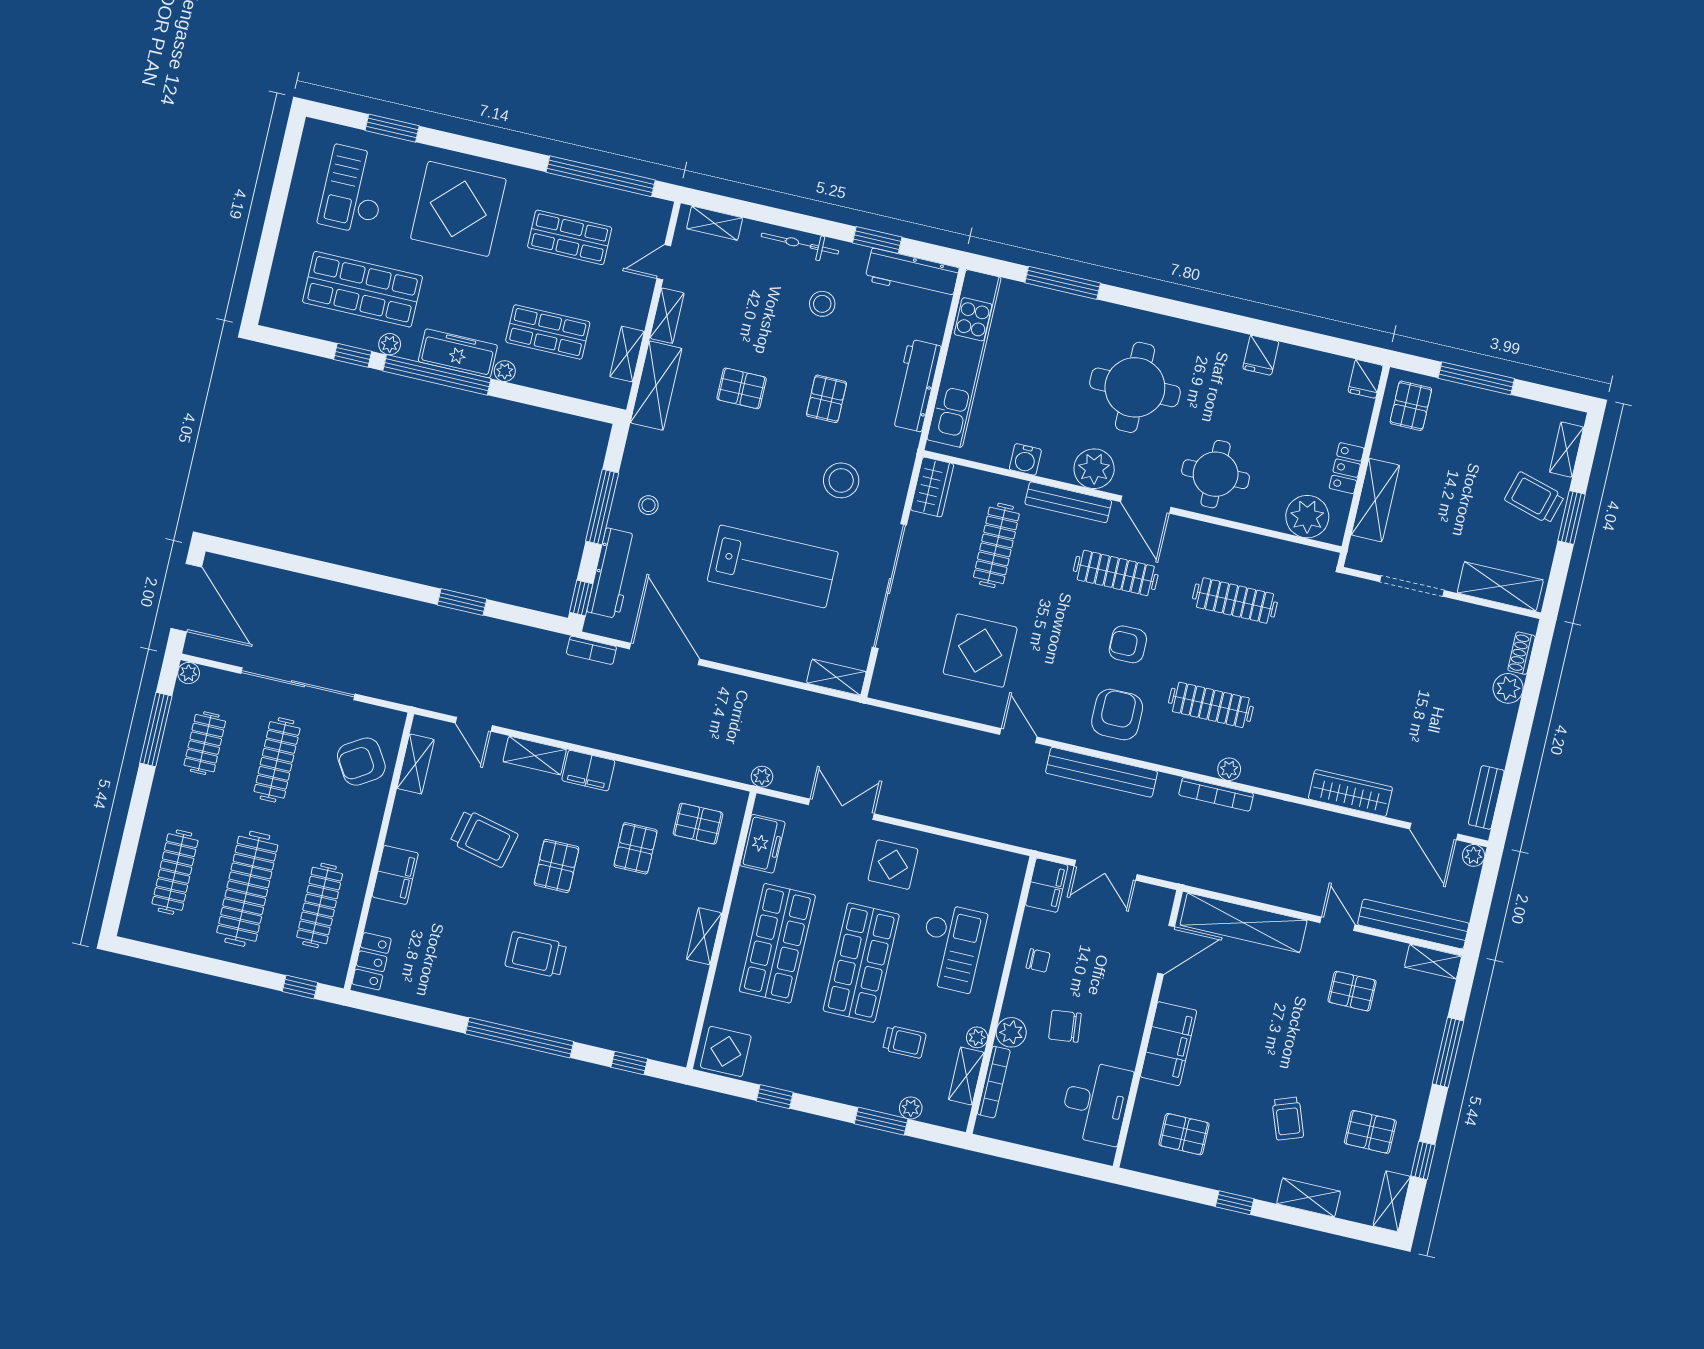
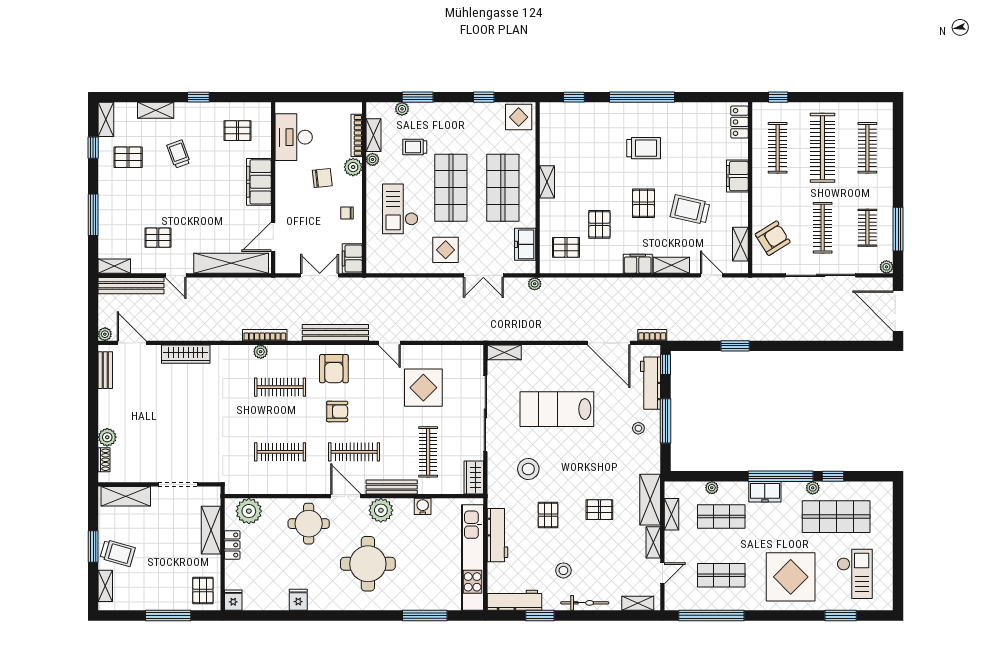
freezer: (458, 353) -> (765, 492), width x0.71
plant: (505, 371) -> (712, 488), moved

